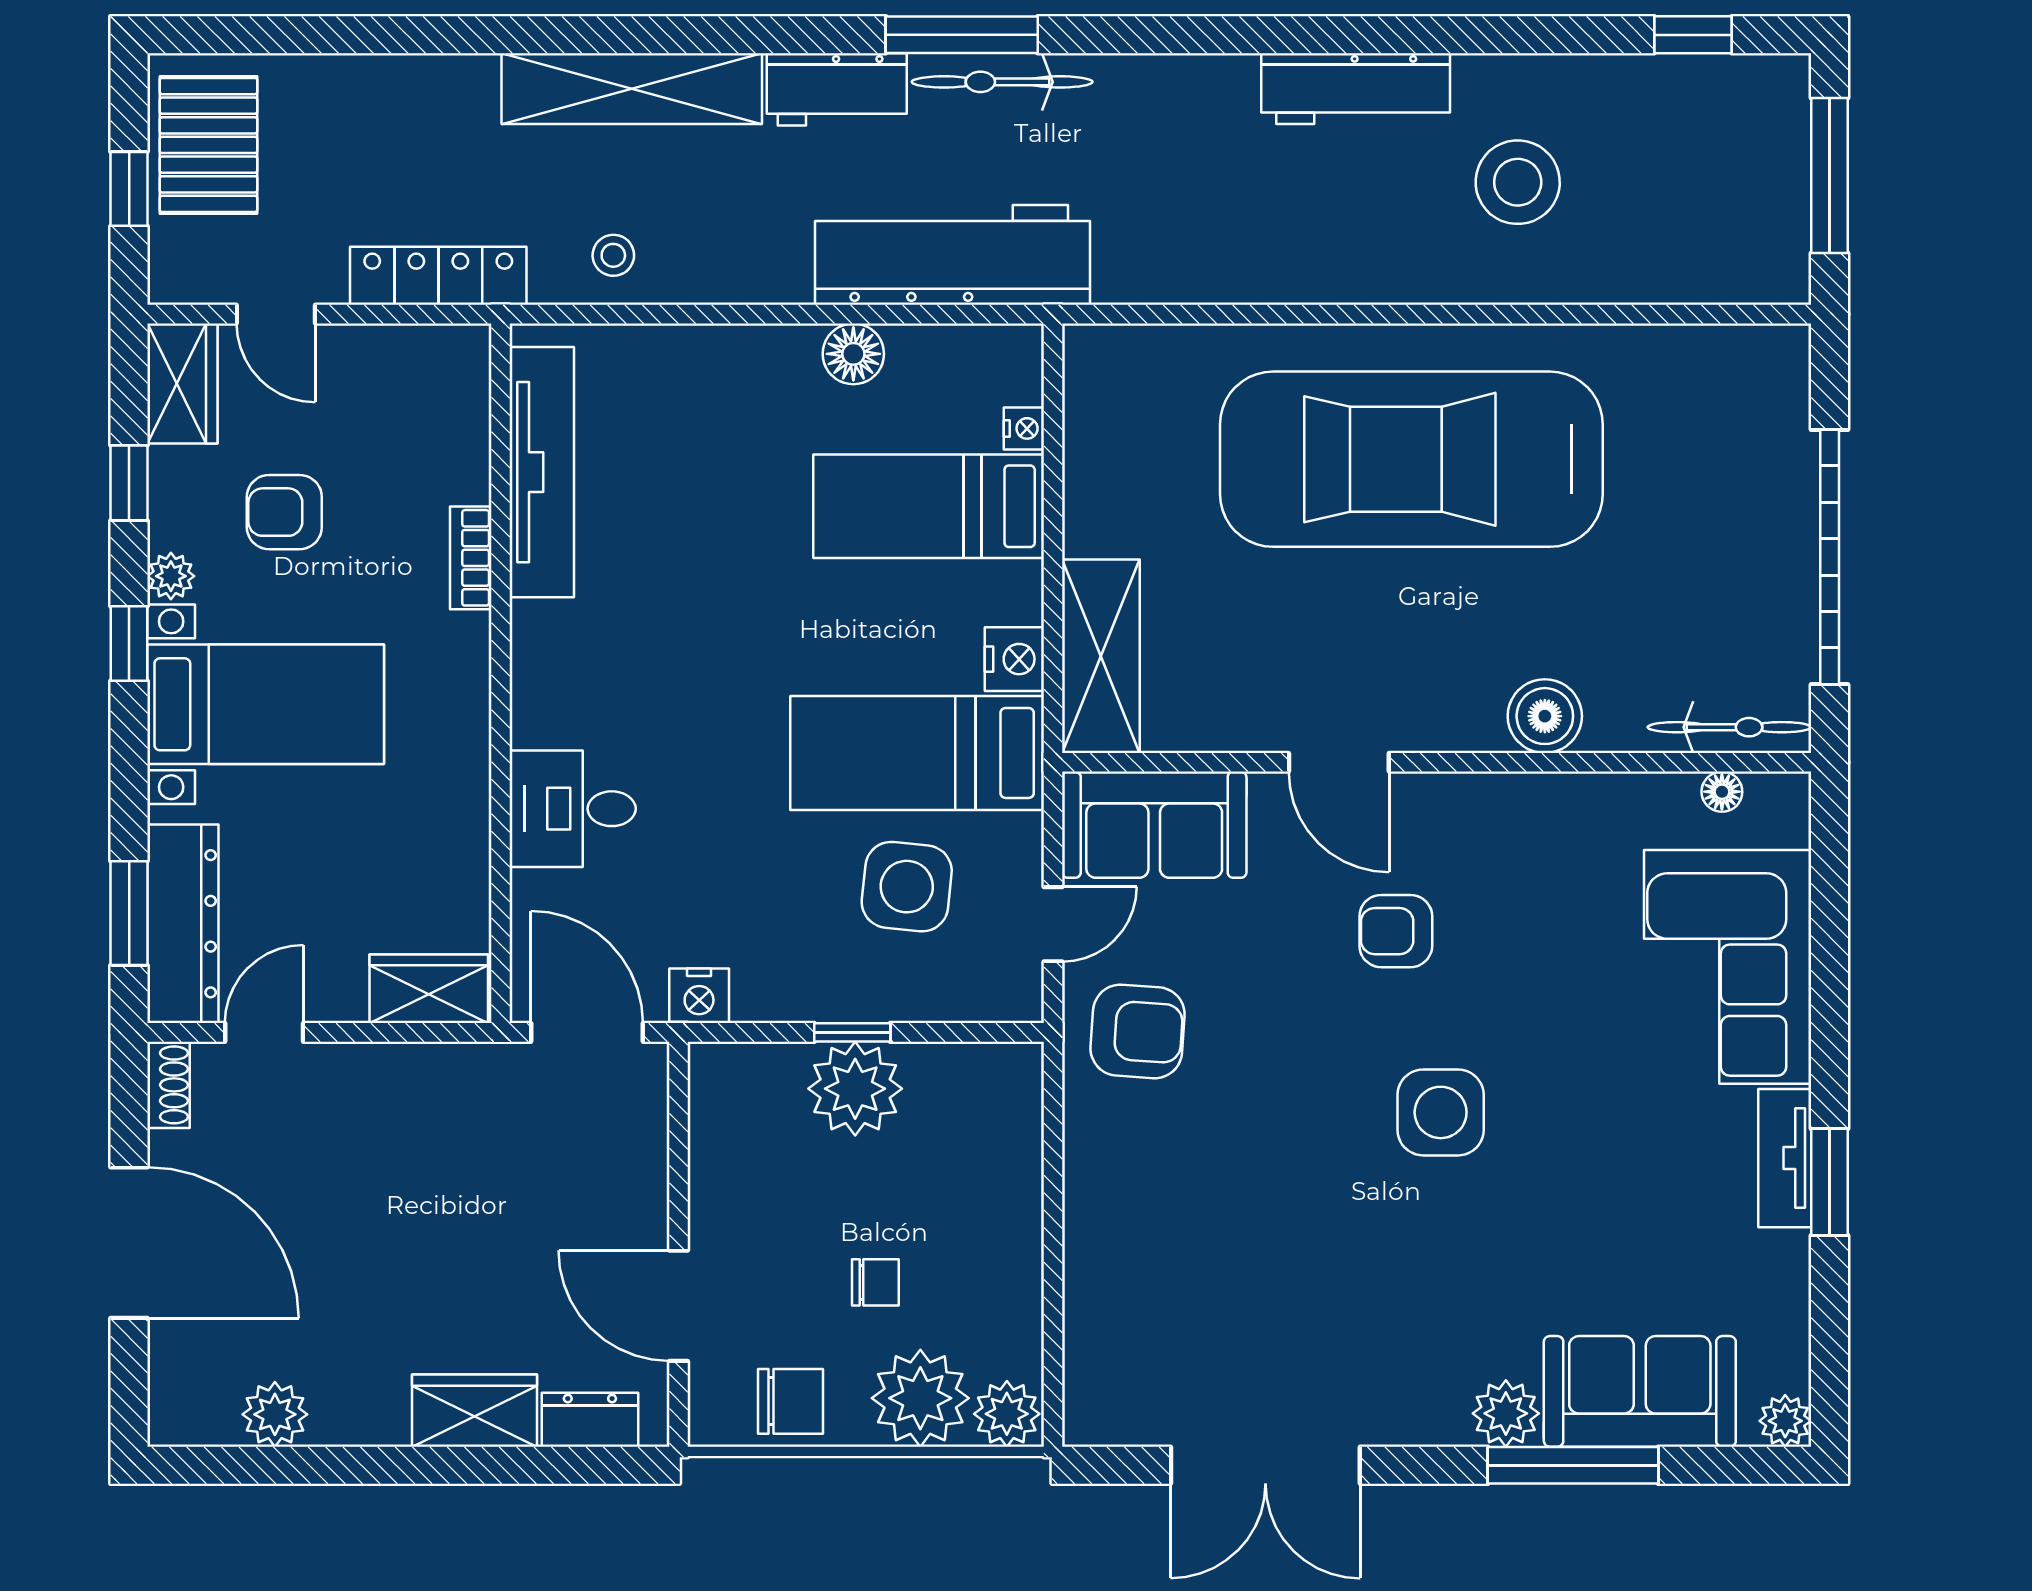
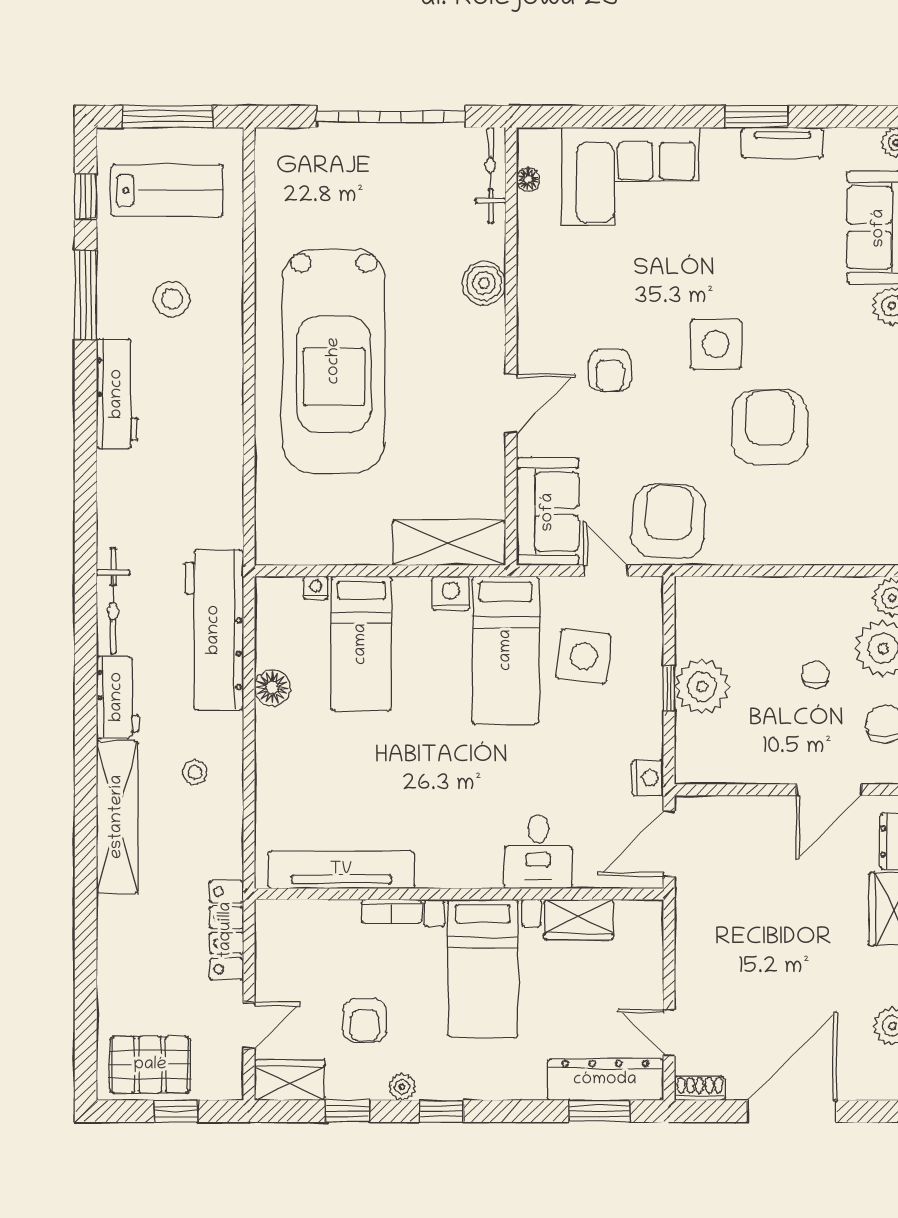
window: (962, 35) -> (86, 295), moved
lab bench: (1703, 174) -> (167, 190), added
stool: (1518, 182) -> (172, 299), width x0.73, depth x0.73
stool: (613, 255) -> (195, 772), moved
bed with nightstands: (266, 704) -> (483, 969), moved, turned 180
wardrobe: (429, 989) -> (579, 919), moved, turned -90
armchair: (1138, 1031) -> (668, 521), width x1.36, depth x1.36
tv unit: (1785, 1158) -> (782, 143), moved
armchair: (1299, 1205) -> (770, 427), added

